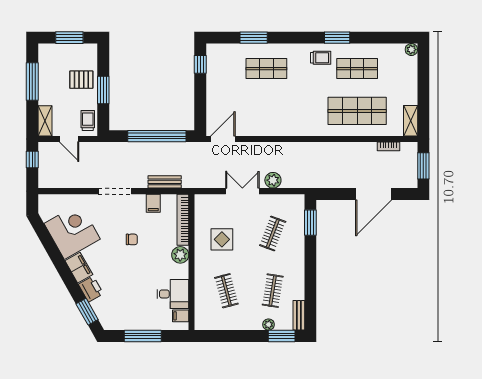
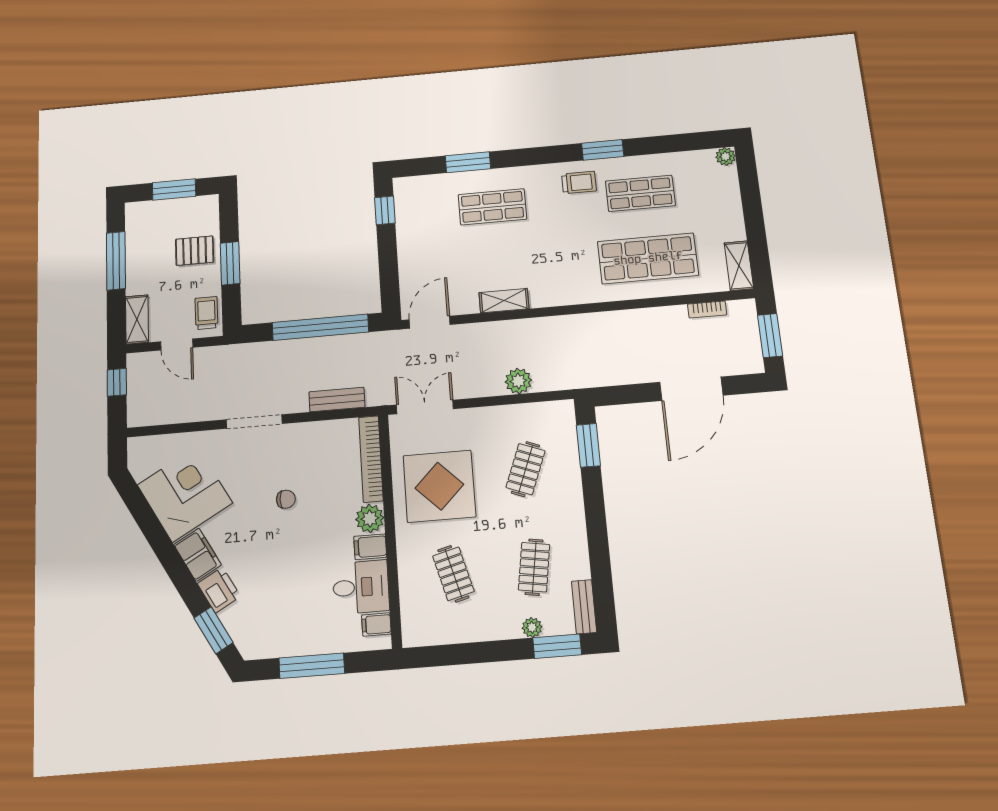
shelving: (269, 130) -> (504, 301), added
double door: (242, 191) -> (425, 407), moved
filing cabinet: (153, 203) -> (370, 547), moved, turned 90
display table: (222, 239) -> (439, 486), width x1.86, depth x1.86

